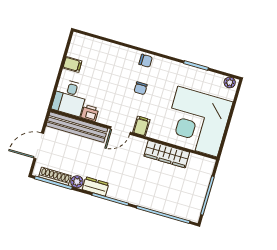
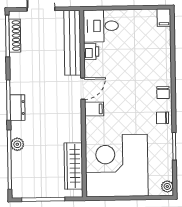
filing cabinet: (72, 64) -> (164, 18), moved
chair: (141, 88) -> (163, 118), moved
door: (120, 130) -> (83, 89), swing flipped
wardrobe: (167, 154) -> (73, 166), moved
plant: (77, 182) -> (17, 144), moved
dresser: (96, 186) -> (17, 108), moved

